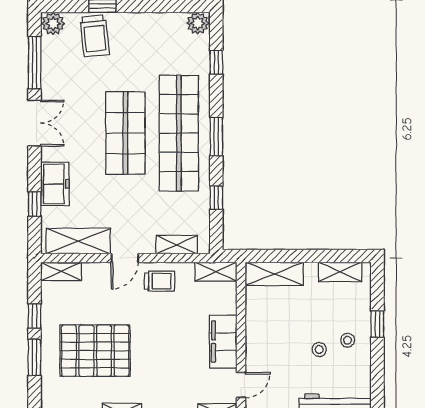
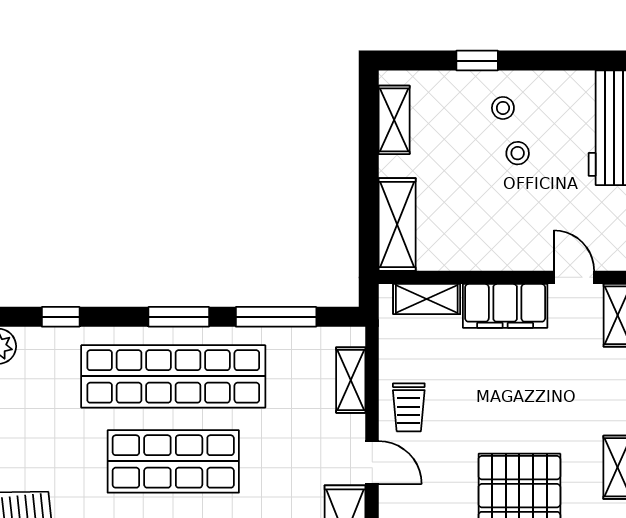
window: (216, 198) -> (276, 317), width x2.17
shelving: (216, 272) -> (427, 299), moved, turned 90
trolley: (159, 281) -> (409, 407), turned 180

